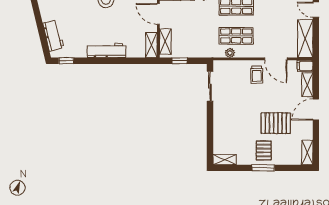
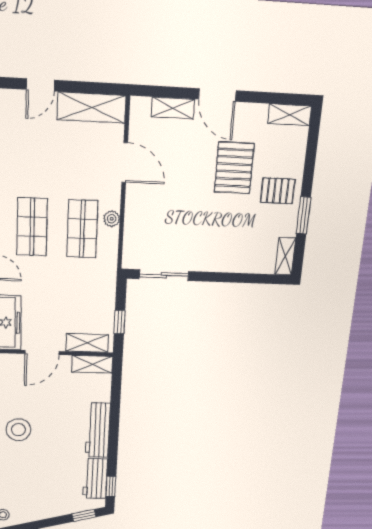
workbench: (53, 35) -> (95, 479), moved, turned -76
window: (44, 44) -> (84, 515), added
plant: (230, 53) -> (112, 219), moved
door: (276, 59) -> (125, 162), hinge flipped
filing cabinet: (305, 66) -> (140, 110), removed
trolley: (257, 75) -> (150, 197), removed
window: (263, 168) -> (303, 216), moved

